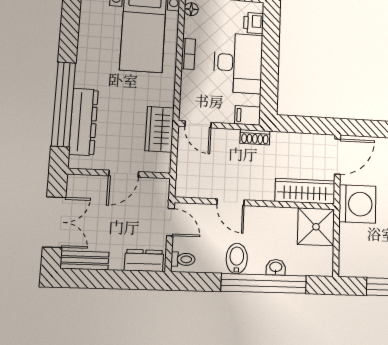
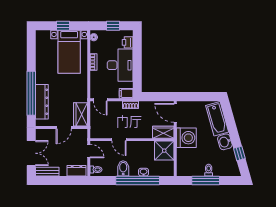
wardrobe: (160, 129) -> (81, 114), moved
door: (337, 156) -> (175, 113), swing flipped
wardrobe: (305, 191) -> (163, 132), width x0.67

